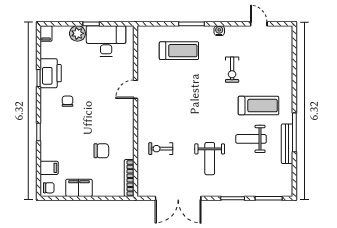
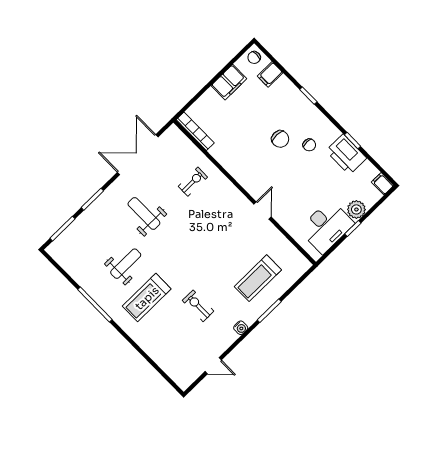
bench: (287, 144) -> (92, 289), removed
chair: (101, 151) -> (280, 139), moved, turned -90

